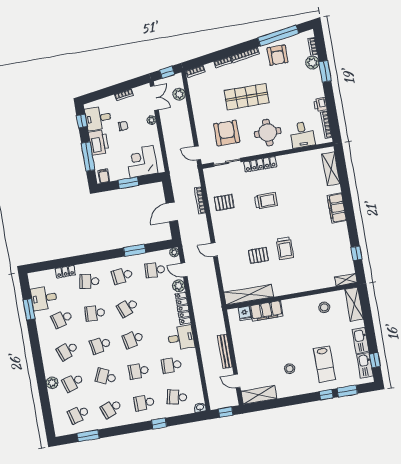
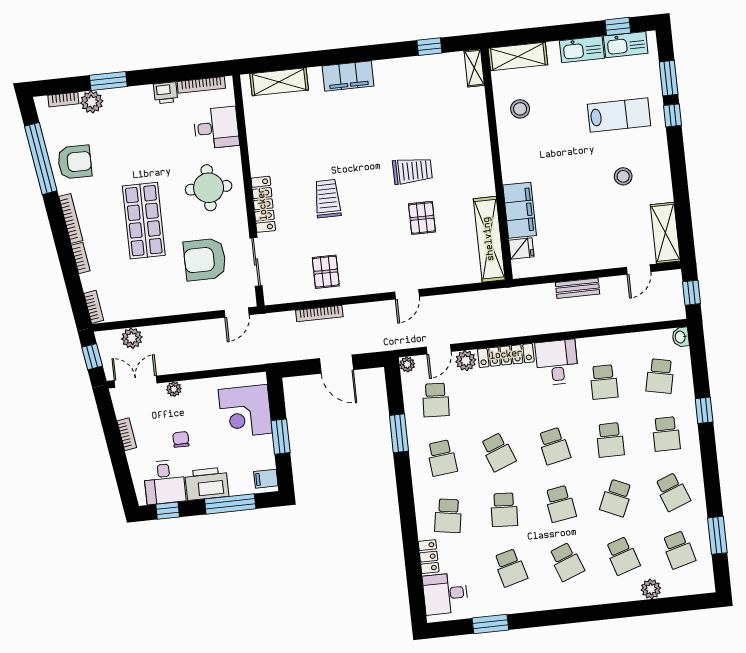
desk: (44, 298) -> (445, 594), moved, turned 90
bench: (225, 351) -> (578, 288), width x0.73
plant: (52, 383) -> (651, 589), moved

